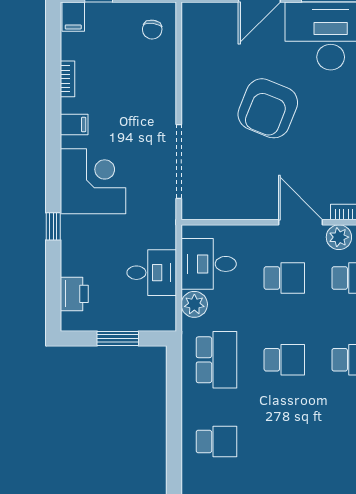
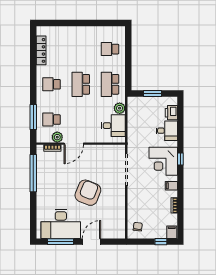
door: (301, 222) -> (74, 144), hinge flipped
window: (53, 226) -> (180, 159), moved
desk: (152, 273) -> (167, 131), moved, turned 180
school desk: (284, 278) -> (81, 120), removed
school desk: (284, 360) -> (81, 84), width x1.85

